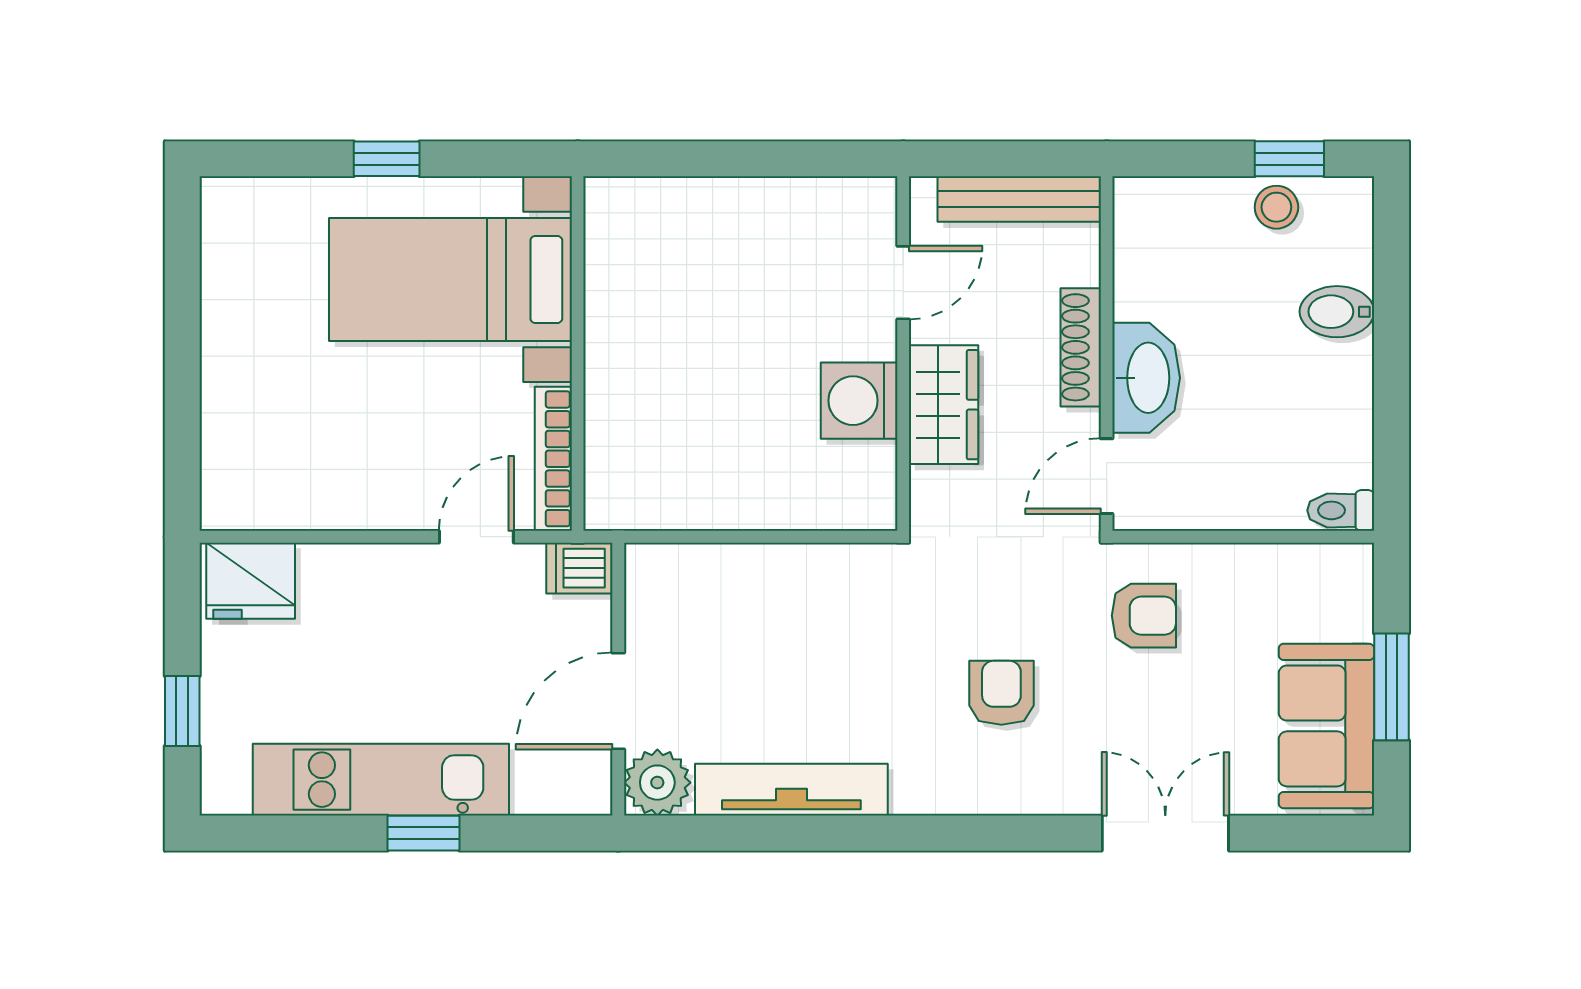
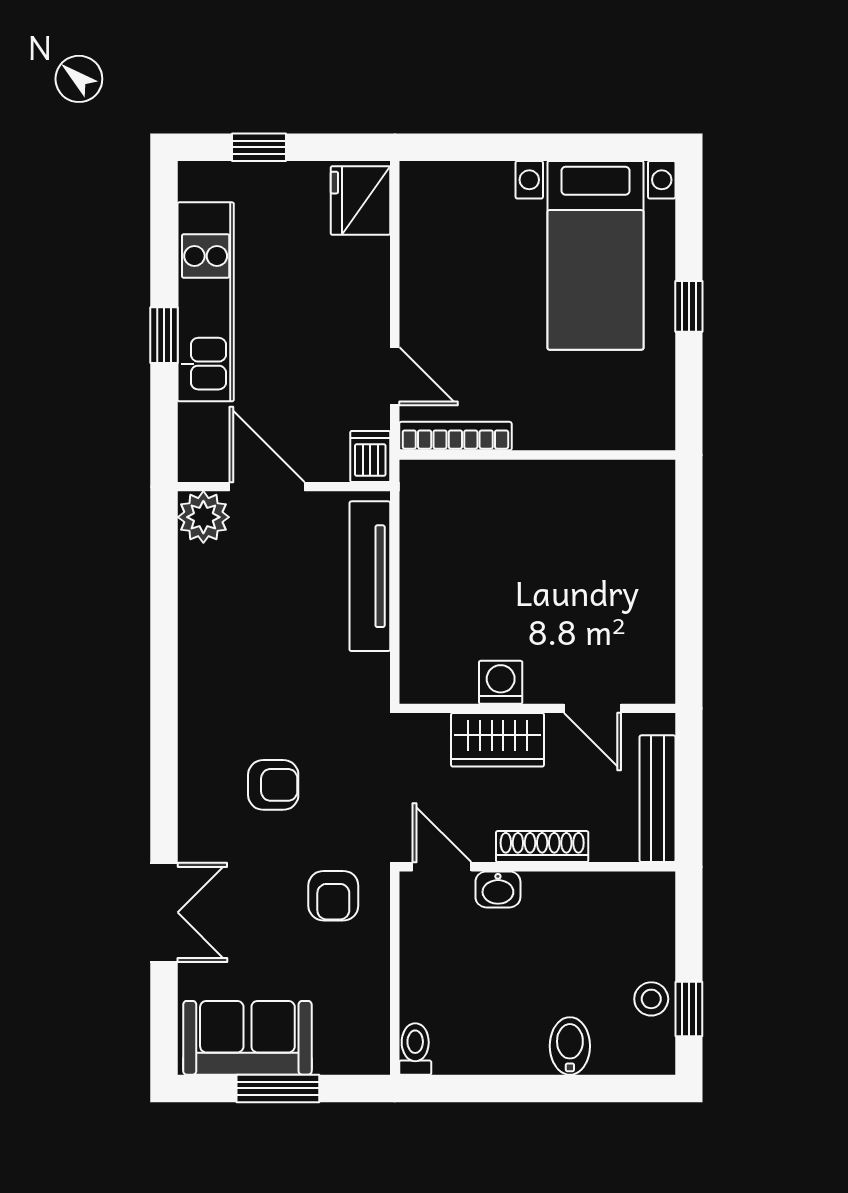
bed with nightstands: (450, 279) -> (595, 255), moved, turned 180
washbasin: (1146, 378) -> (498, 889), width x0.52, depth x0.69
washing machine: (859, 401) -> (501, 682), width x0.73, depth x0.73
tv unit: (791, 790) -> (370, 576), moved, turned 180

